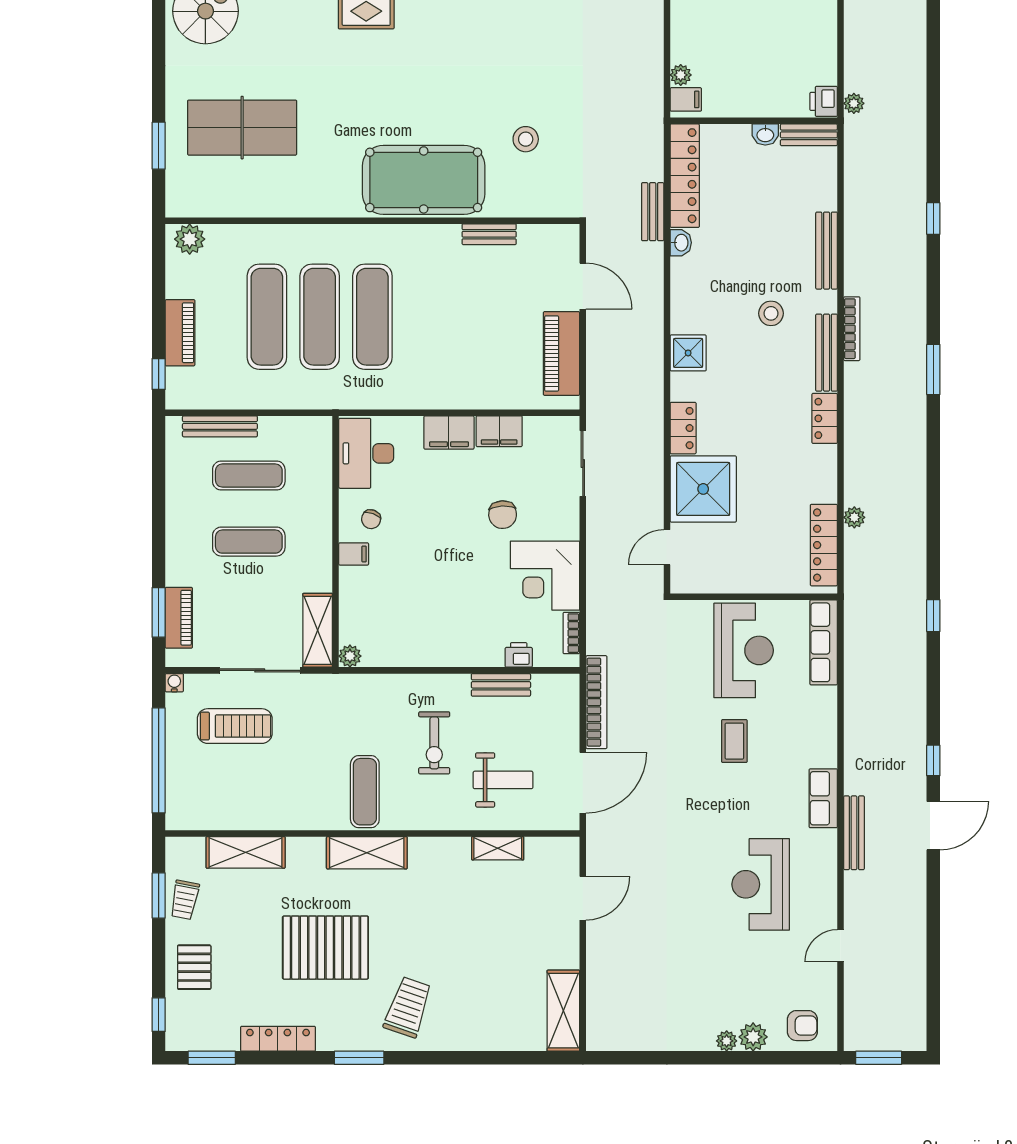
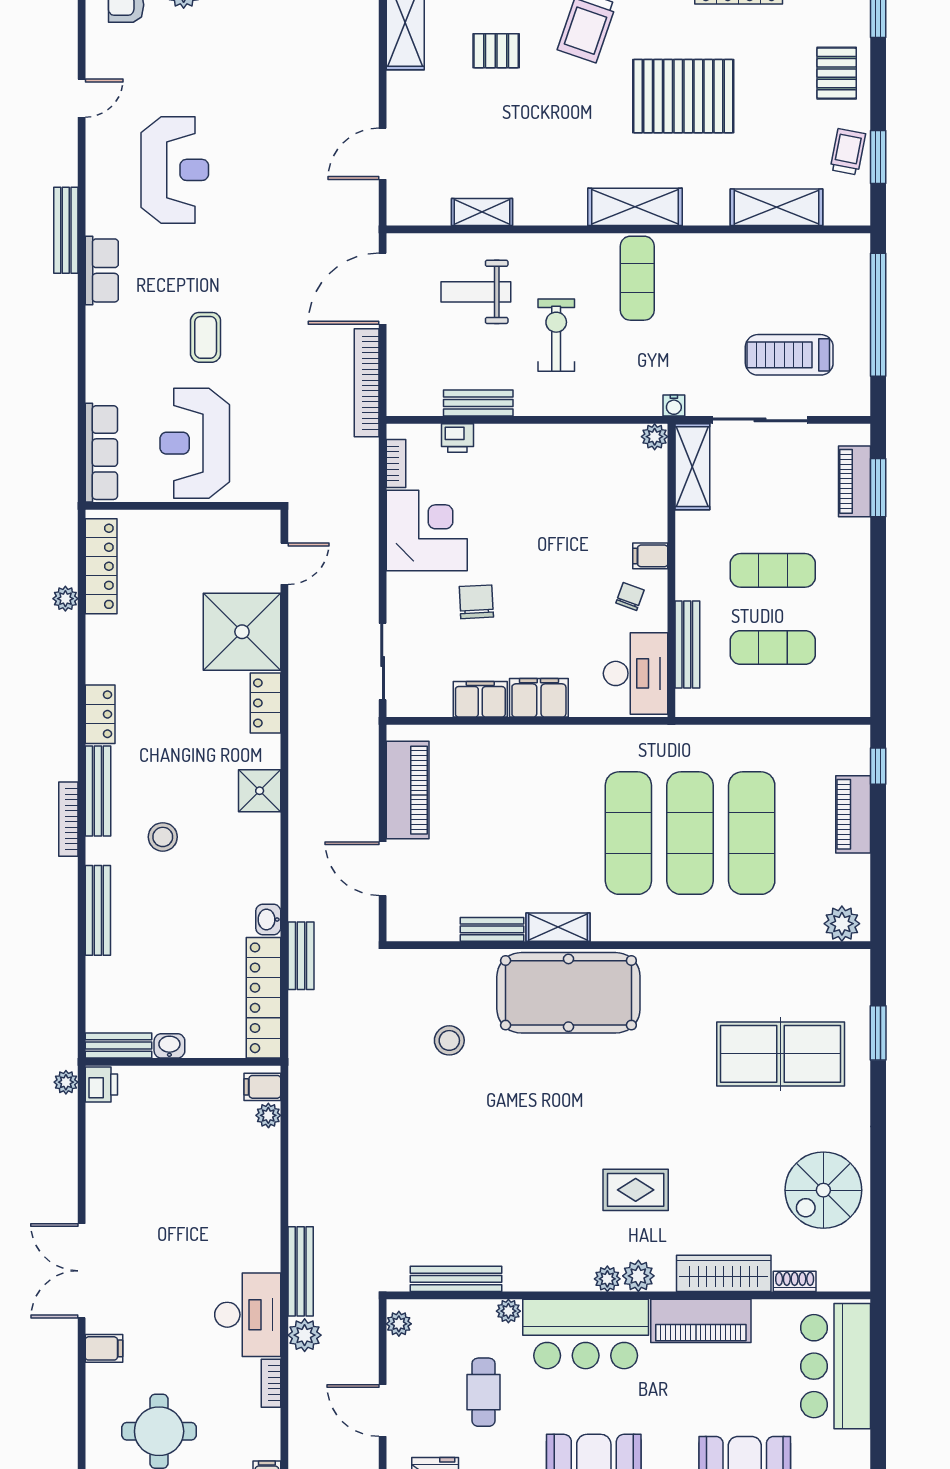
shelving: (433, 236) -> (558, 927), added
bench: (220, 426) -> (687, 645), moved, turned 90
water cooler: (174, 683) -> (674, 406), moved
pallet: (486, 986) -> (496, 51), added

